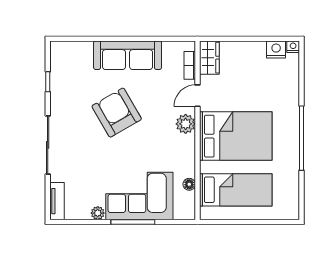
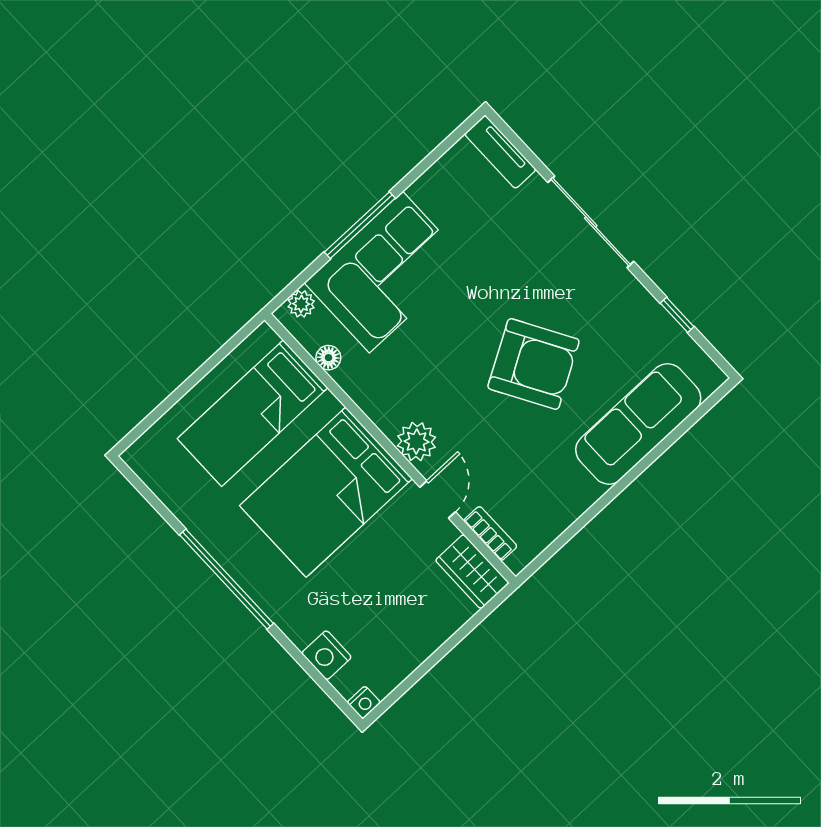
nightstand: (276, 49) -> (327, 655), moved, turned 90
sofa: (128, 55) -> (638, 424), moved
plant: (98, 213) -> (301, 304), moved

